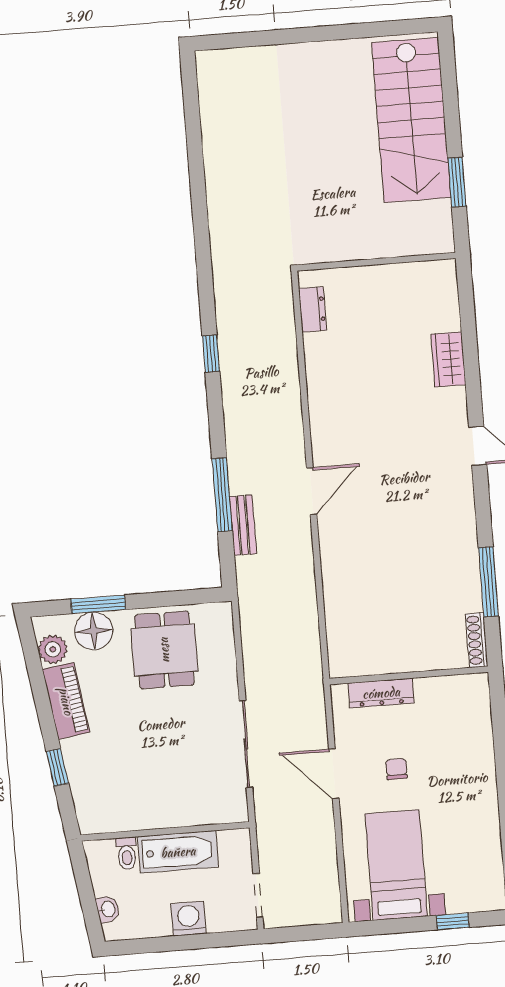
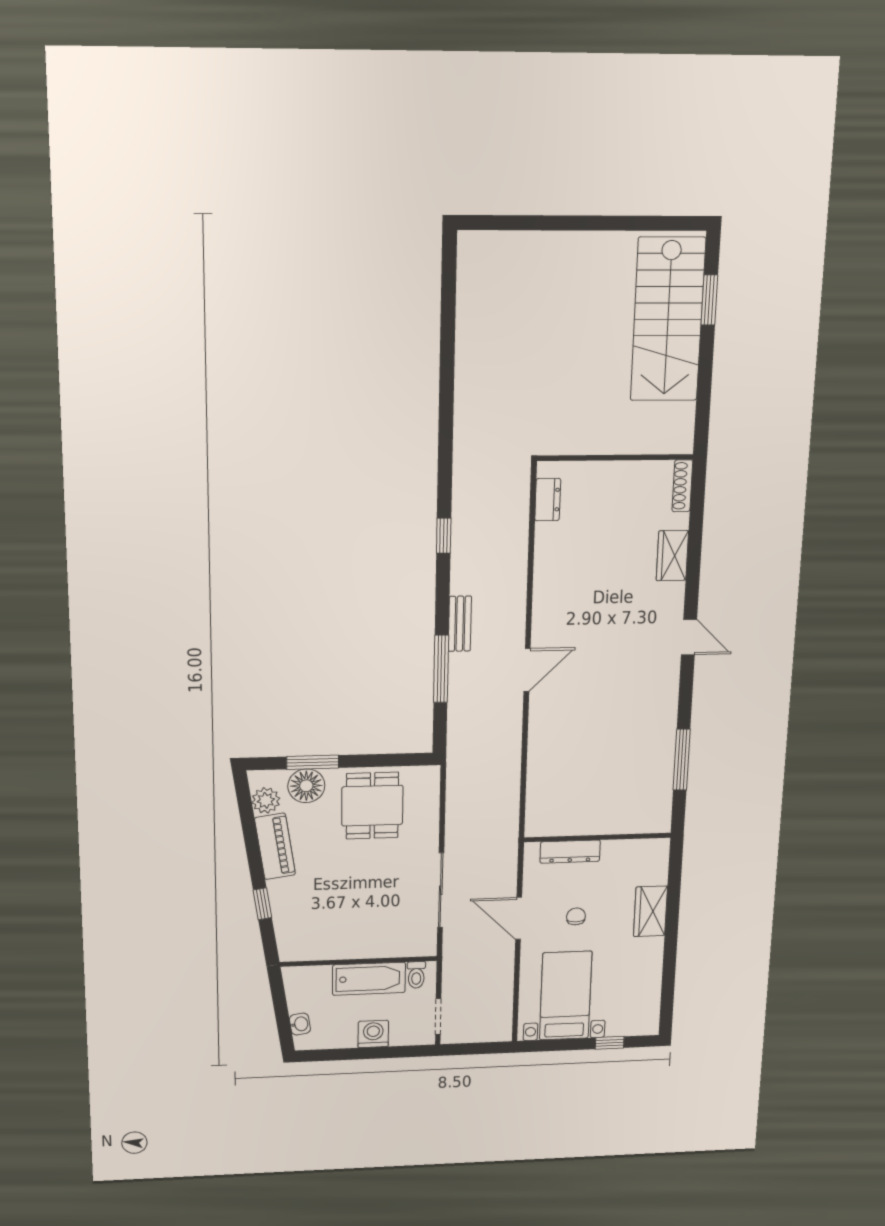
window: (457, 182) -> (709, 300), moved
bench: (243, 525) -> (460, 624), moved
shoe rack: (477, 640) -> (682, 486), moved
wardrobe: (478, 760) -> (650, 911), added
toilet: (127, 853) -> (416, 975), moved

